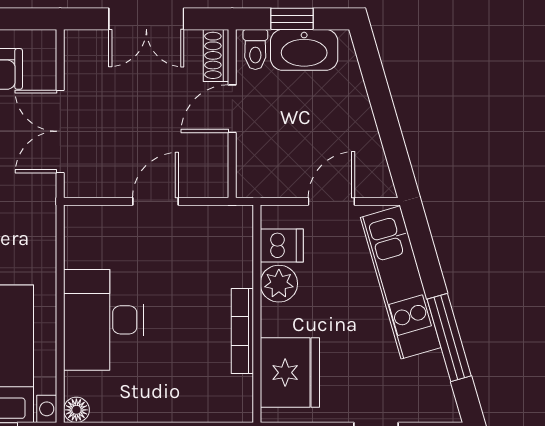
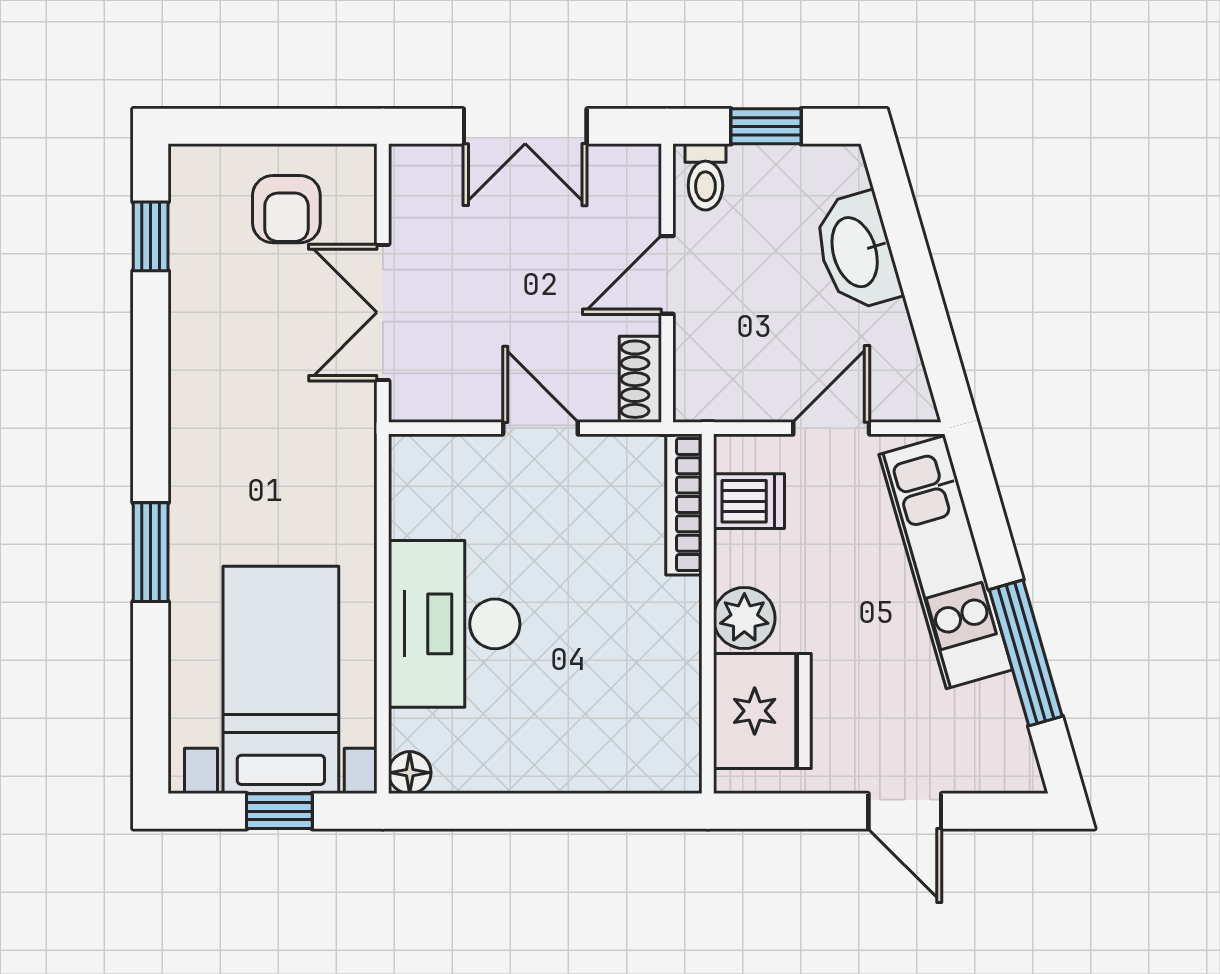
washbasin: (304, 50) -> (857, 252), moved, turned 74
shoe rack: (216, 55) -> (640, 379), moved
door: (156, 201) -> (540, 428), hinge flipped
plant: (279, 284) -> (744, 618), moved
bookcase: (242, 331) -> (684, 504), moved

